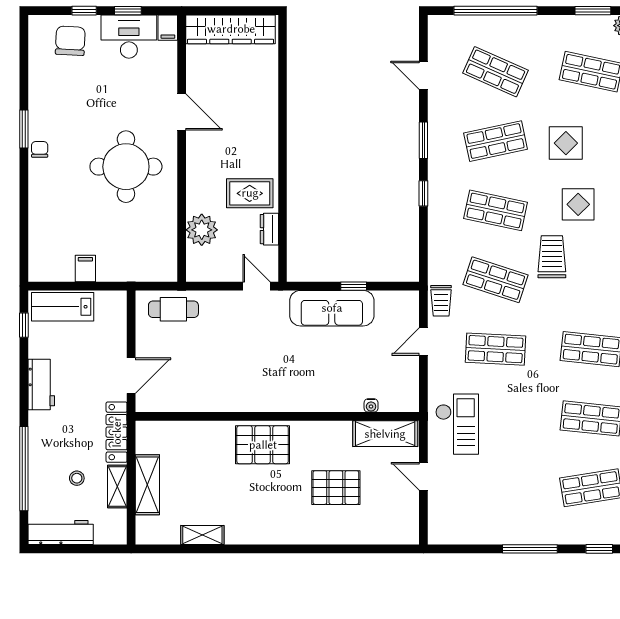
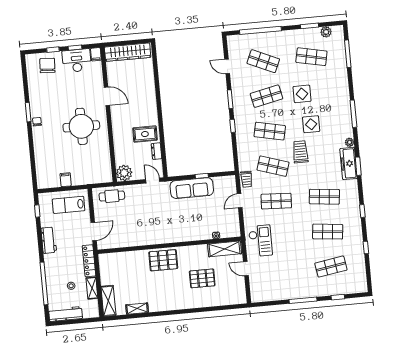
plant: (202, 230) -> (124, 173), moved
lab bench: (63, 307) -> (69, 205), moved
shelving: (147, 485) -> (108, 301), moved

